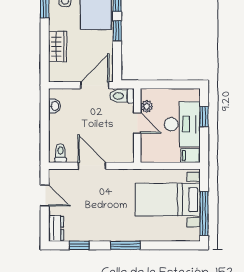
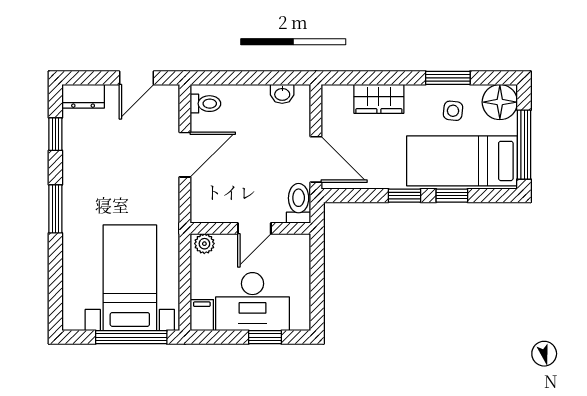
plant: (147, 106) -> (204, 244), moved
window: (204, 213) -> (131, 337), moved

